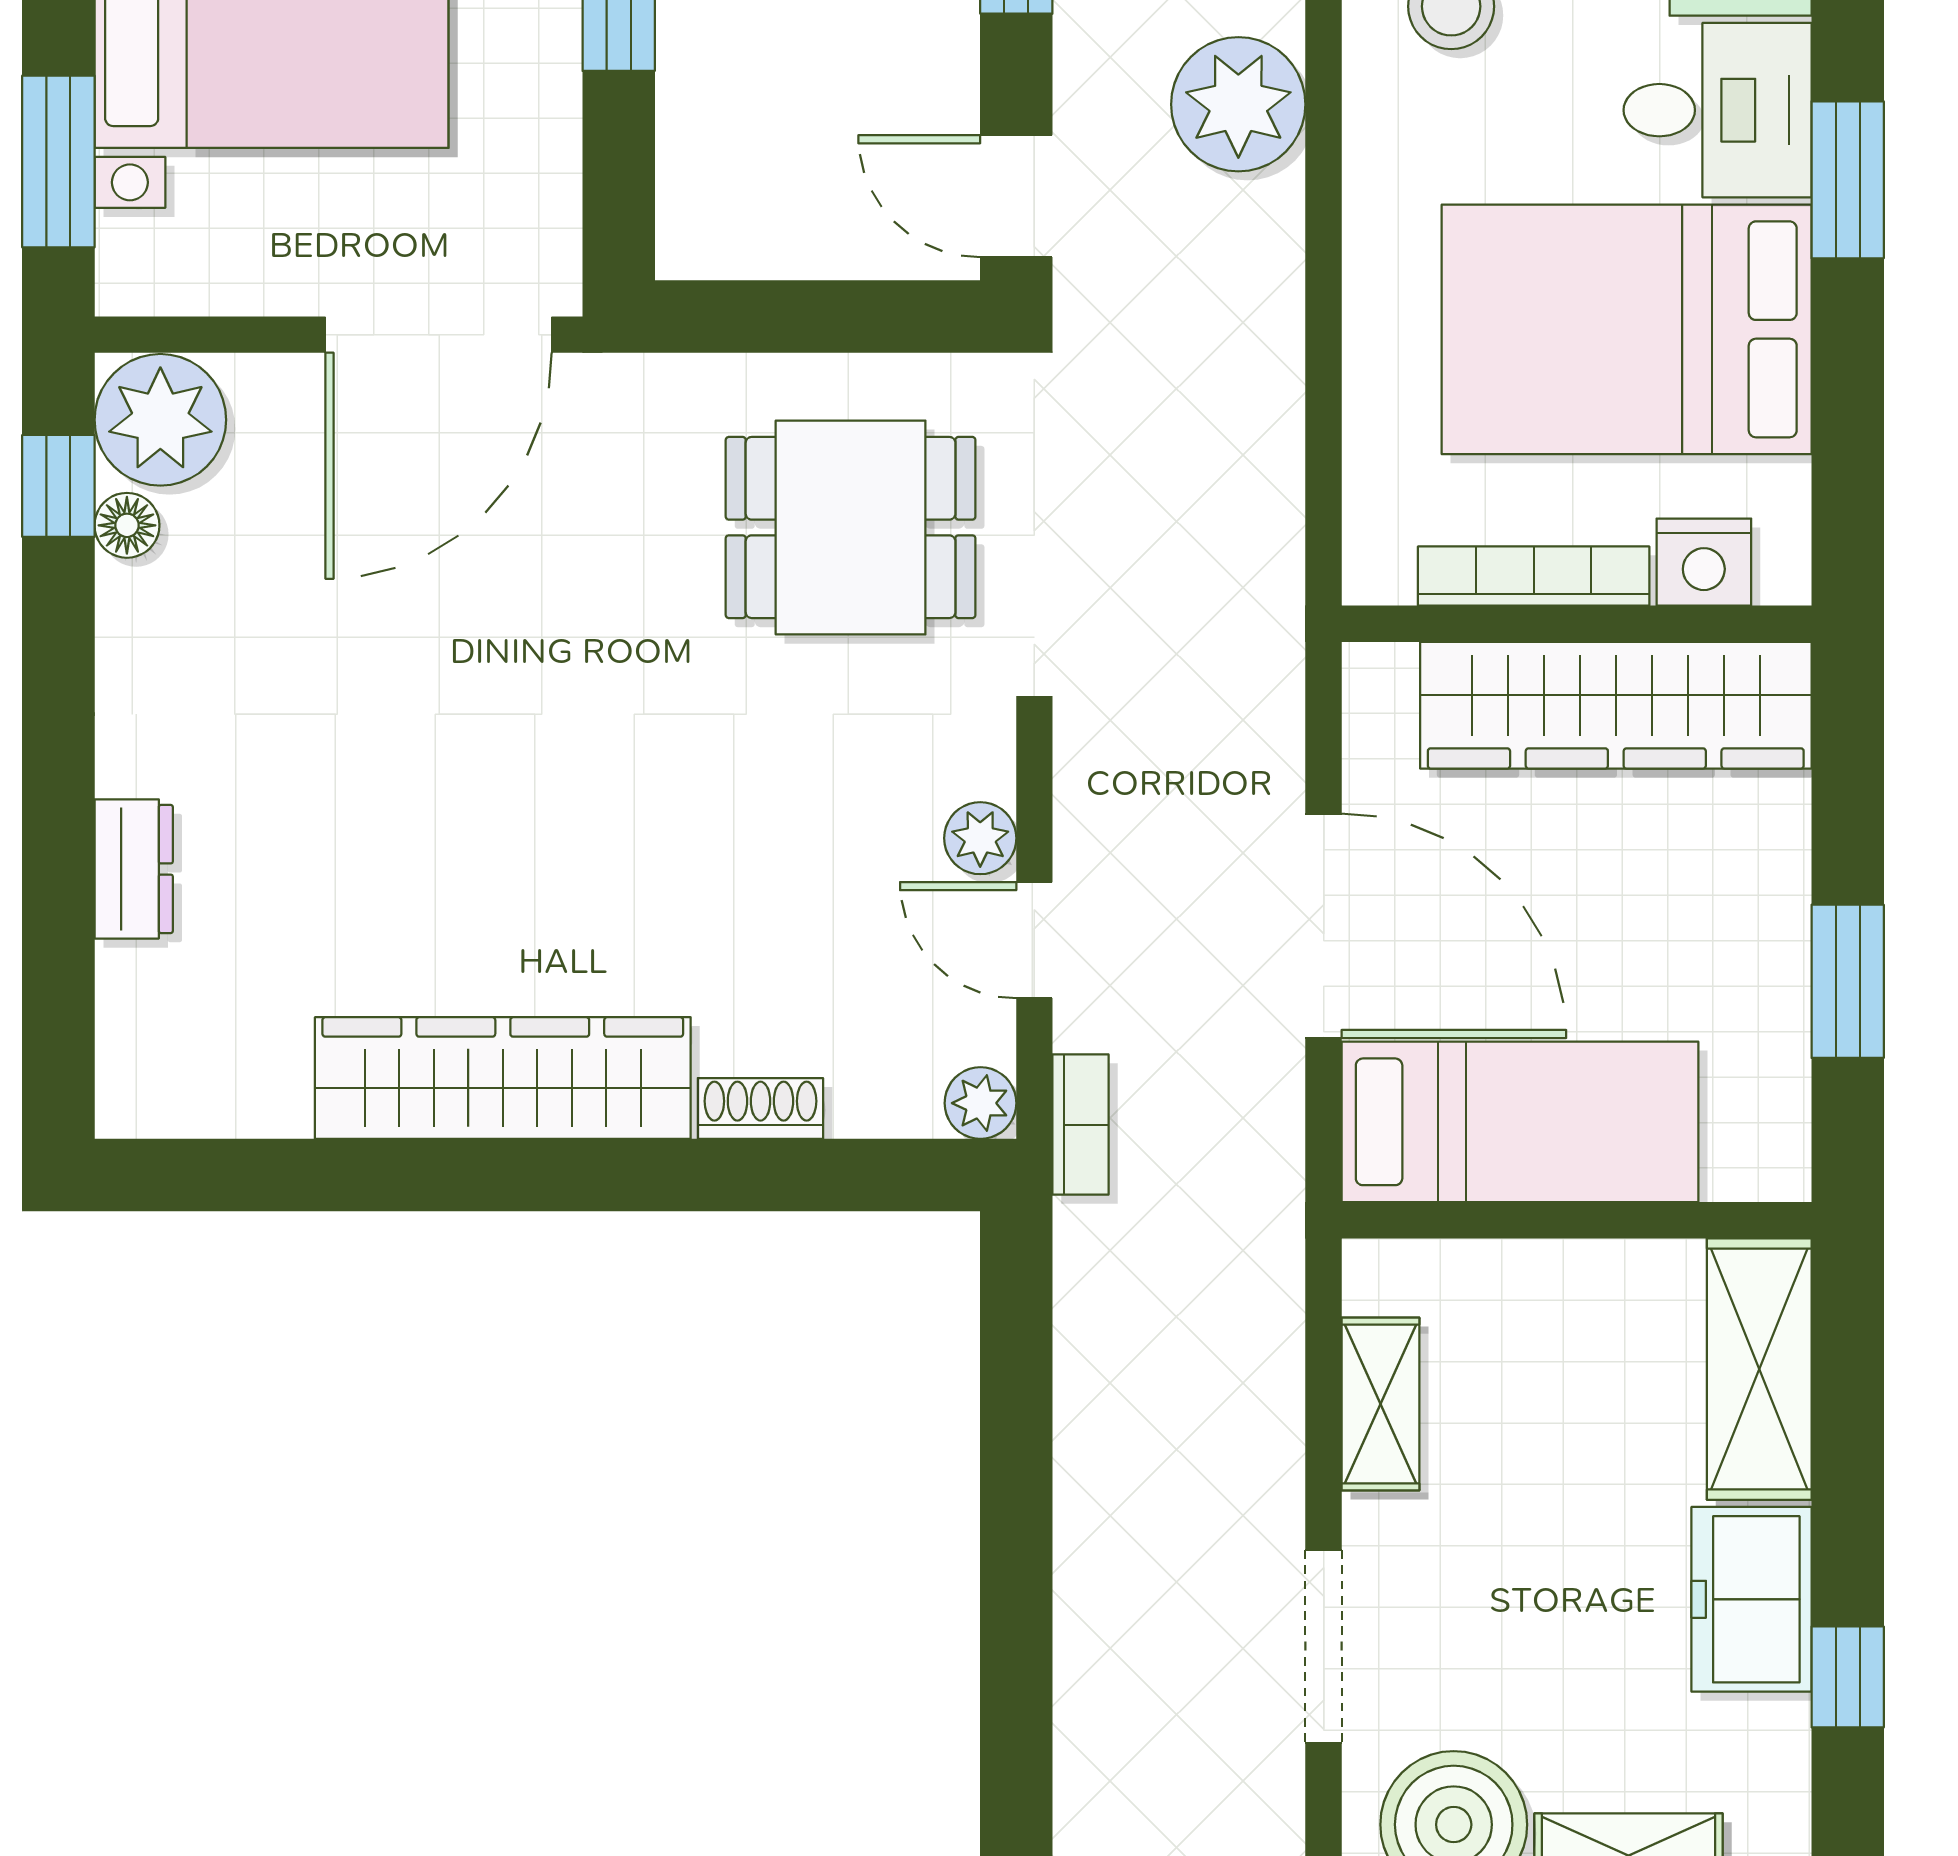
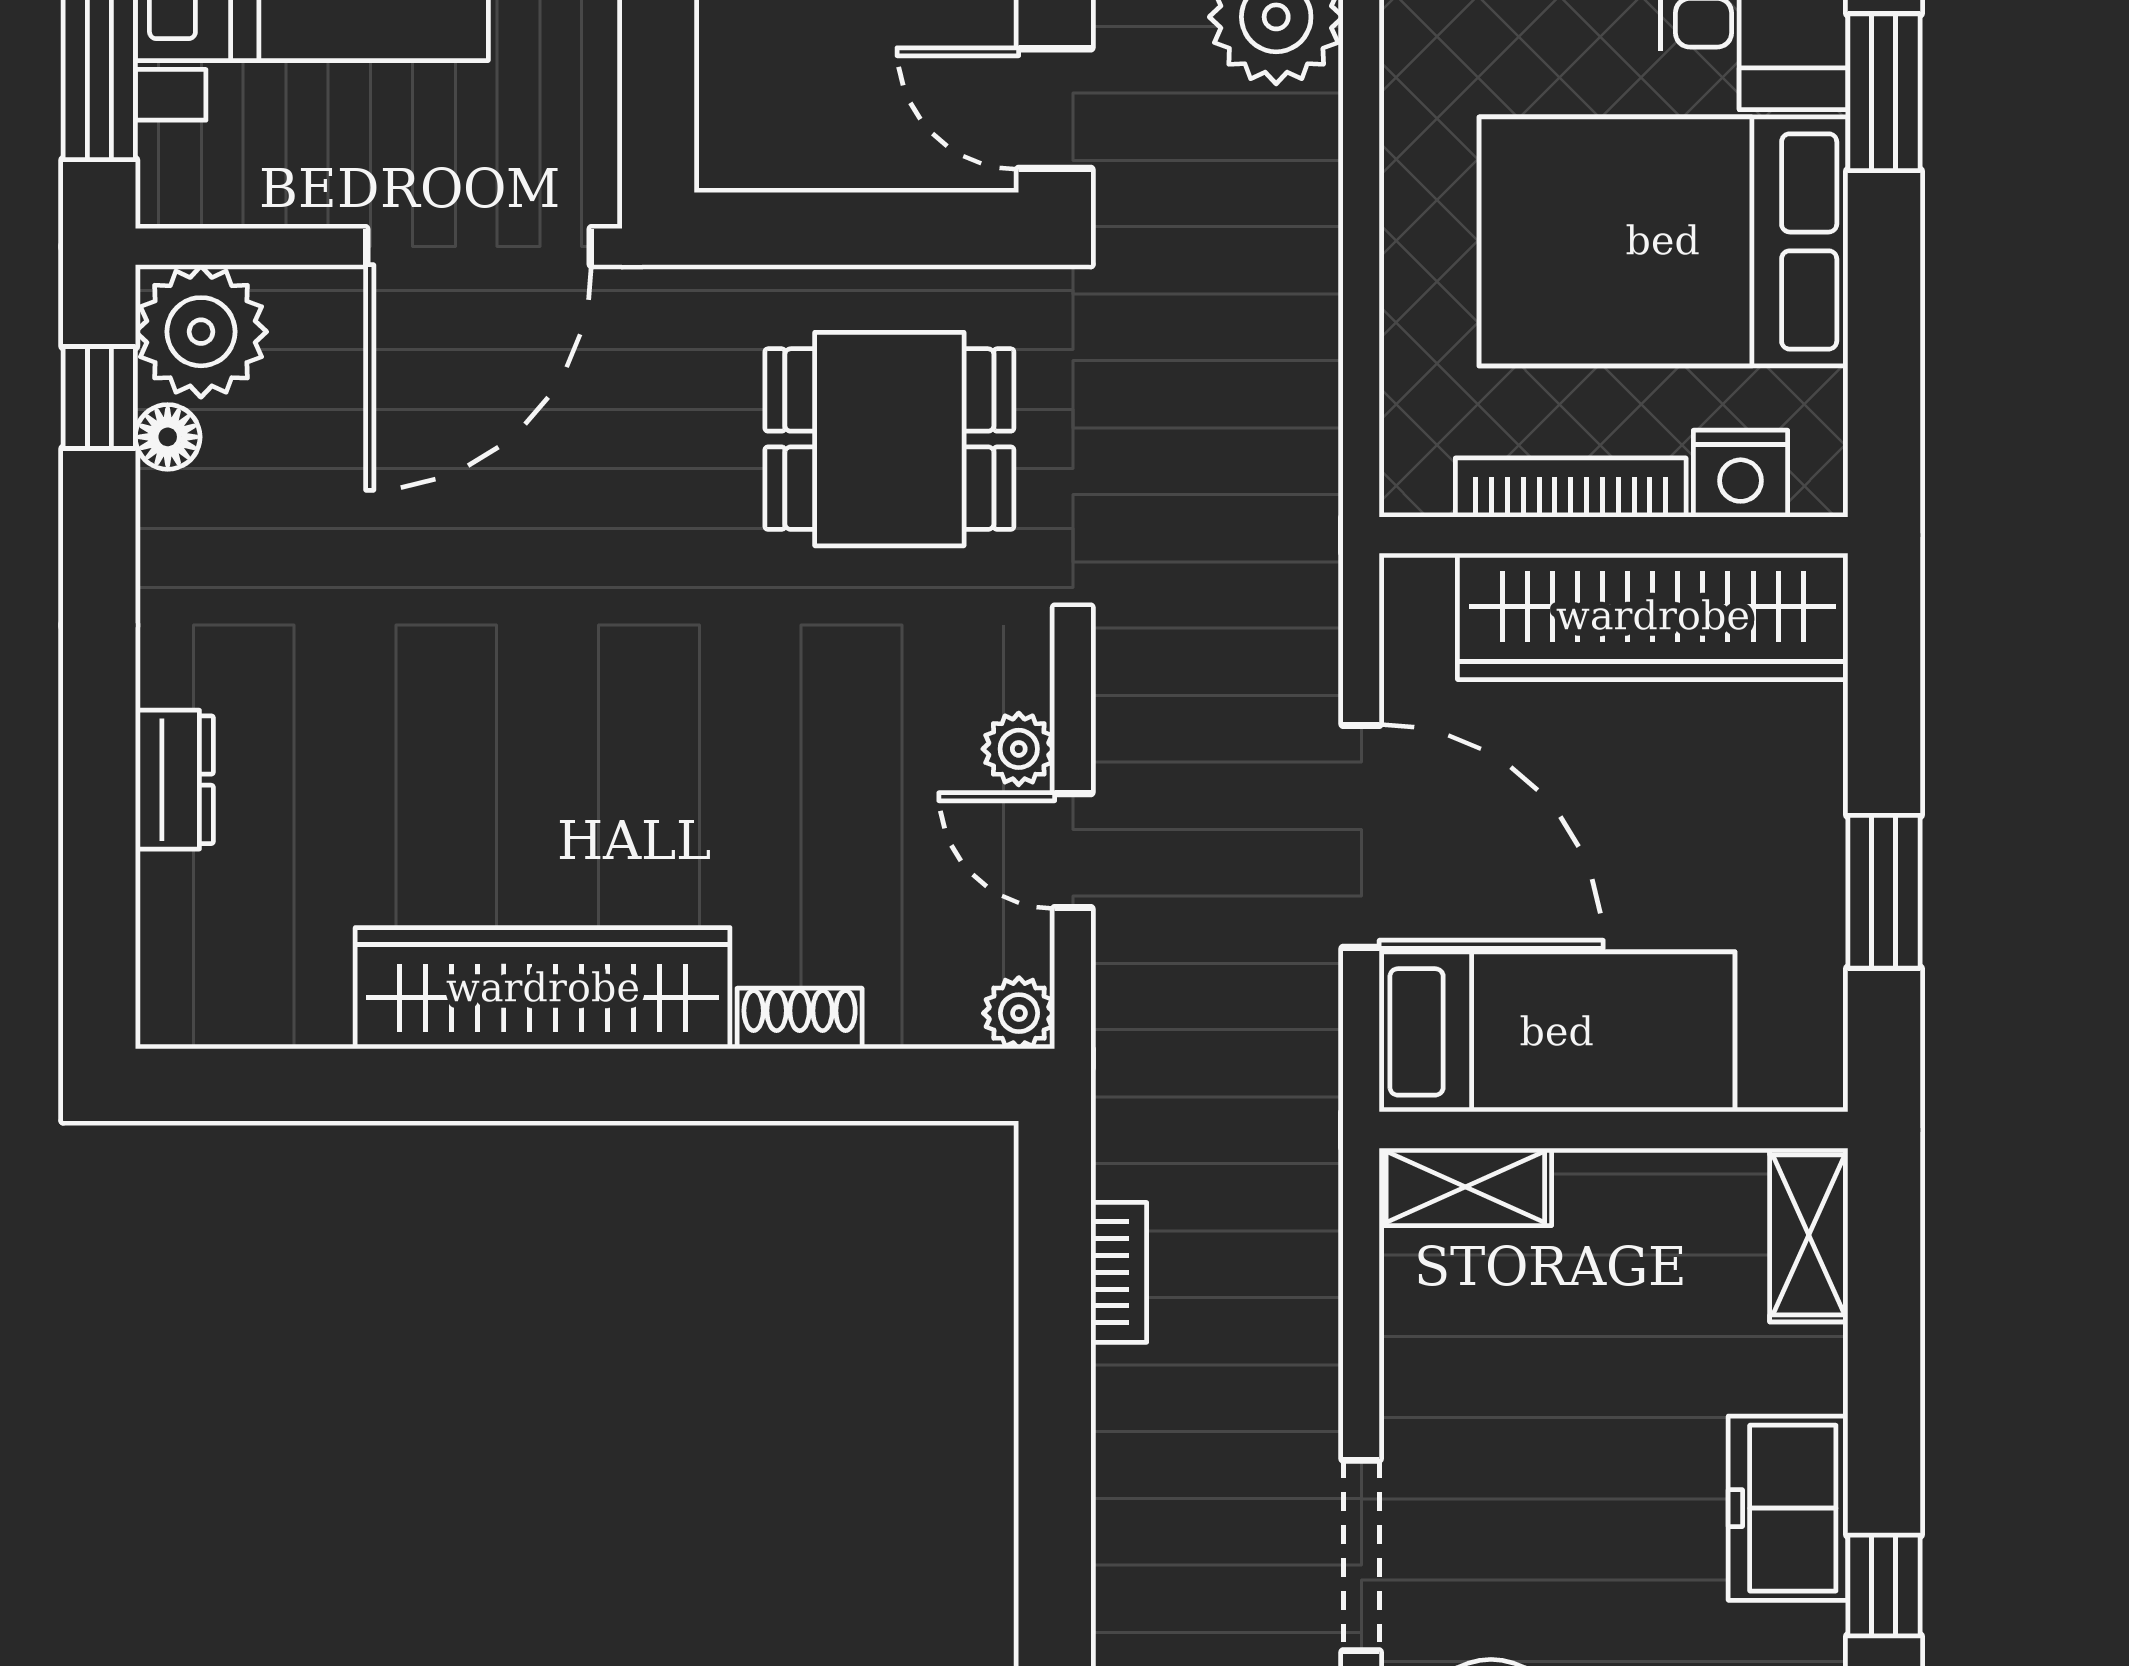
bookcase: (1080, 1125) -> (1119, 1272), moved
shelving: (1759, 1369) -> (1809, 1235), width x0.67, depth x0.75
shelving: (1380, 1404) -> (1465, 1187), moved, turned 90

